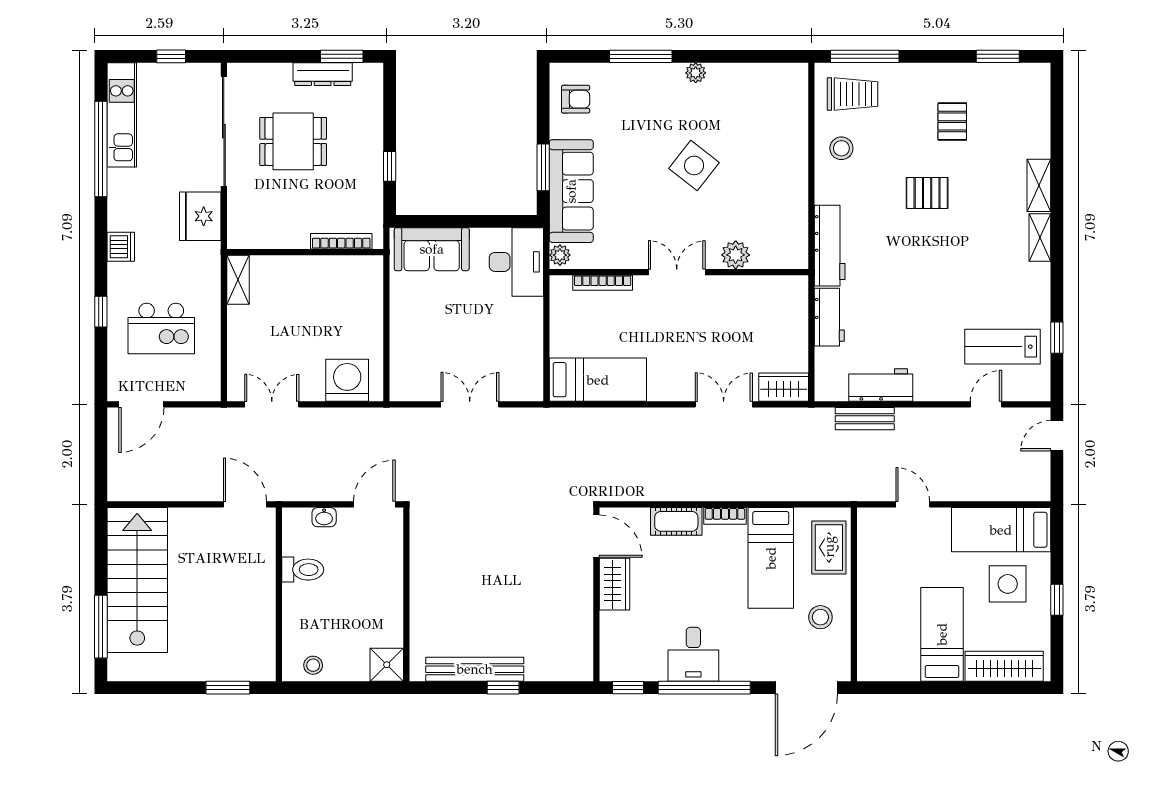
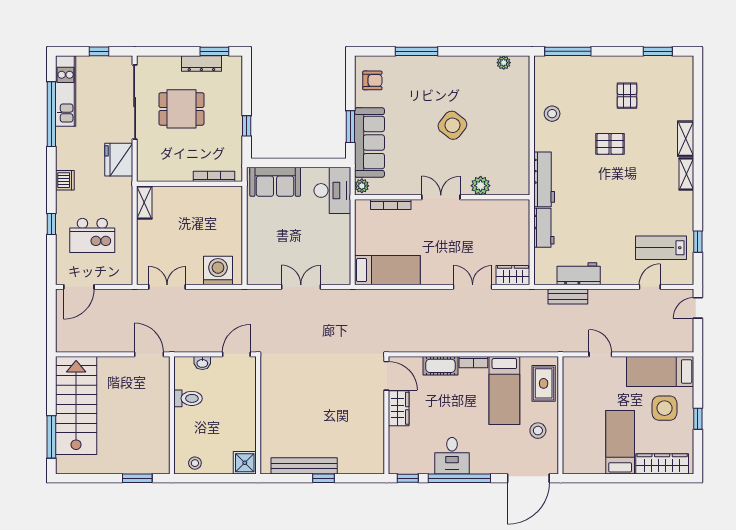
plant: (696, 73) -> (504, 63), moved
trolley: (853, 94) -> (560, 77), removed

